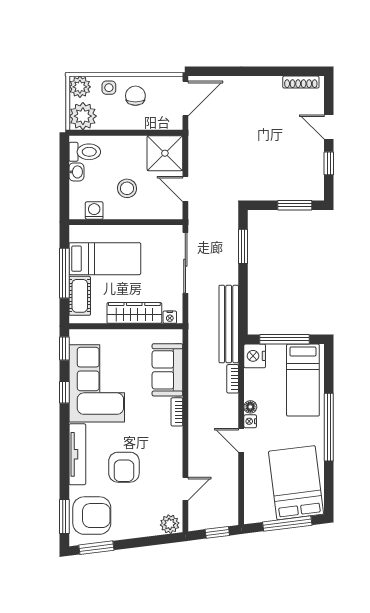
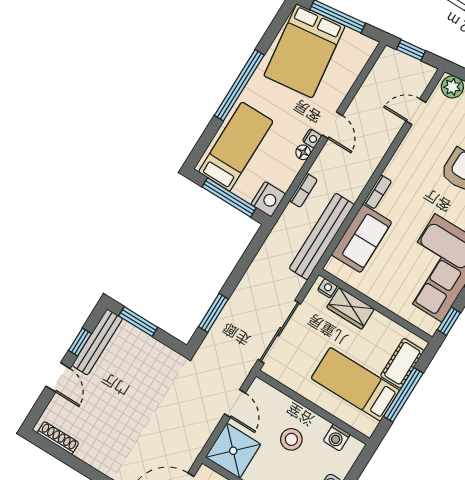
bench: (316, 171) -> (97, 342), added
wardrobe: (134, 313) -> (350, 308), width x0.67
bench: (229, 324) -> (322, 236), moved

